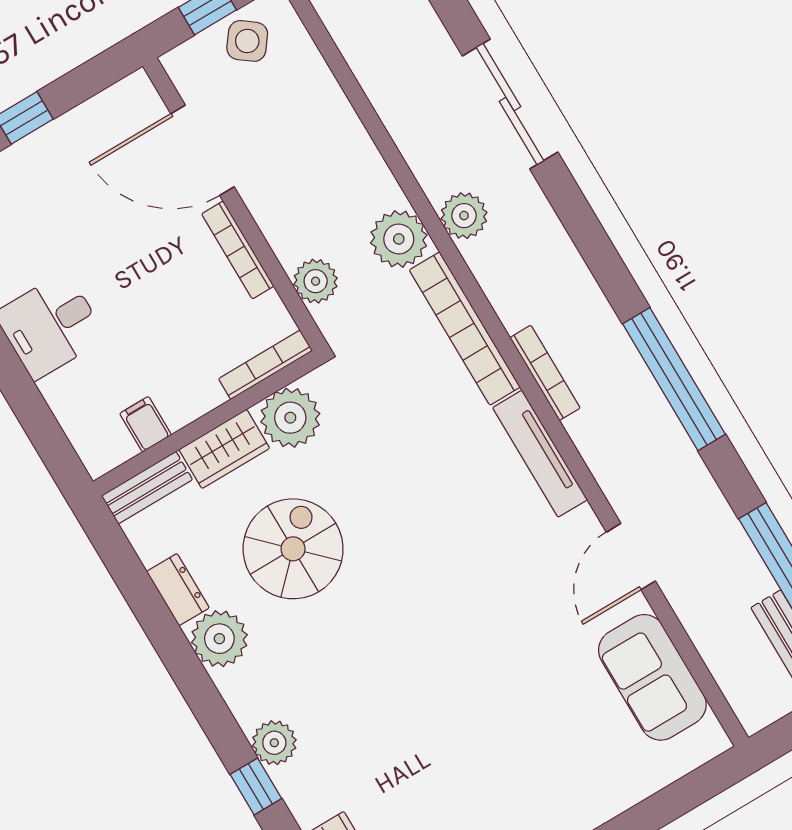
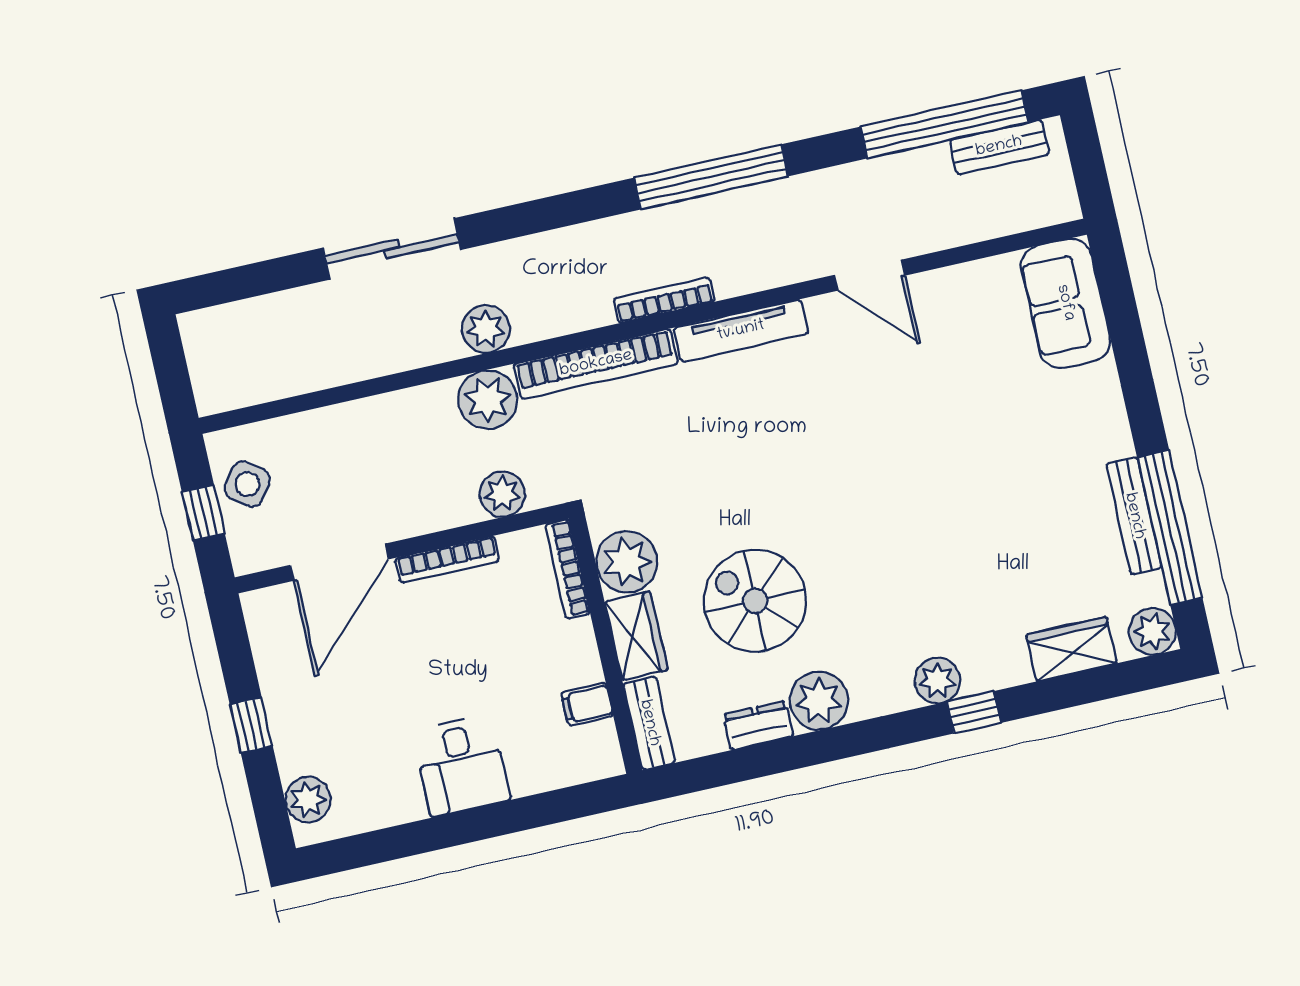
sofa: (652, 677) -> (1065, 303), moved, turned 90

